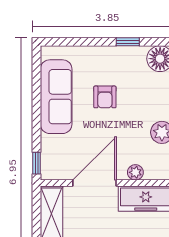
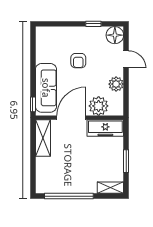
sofa: (56, 97) -> (46, 88), moved
plant: (135, 172) -> (99, 106), width x1.87, depth x1.87

